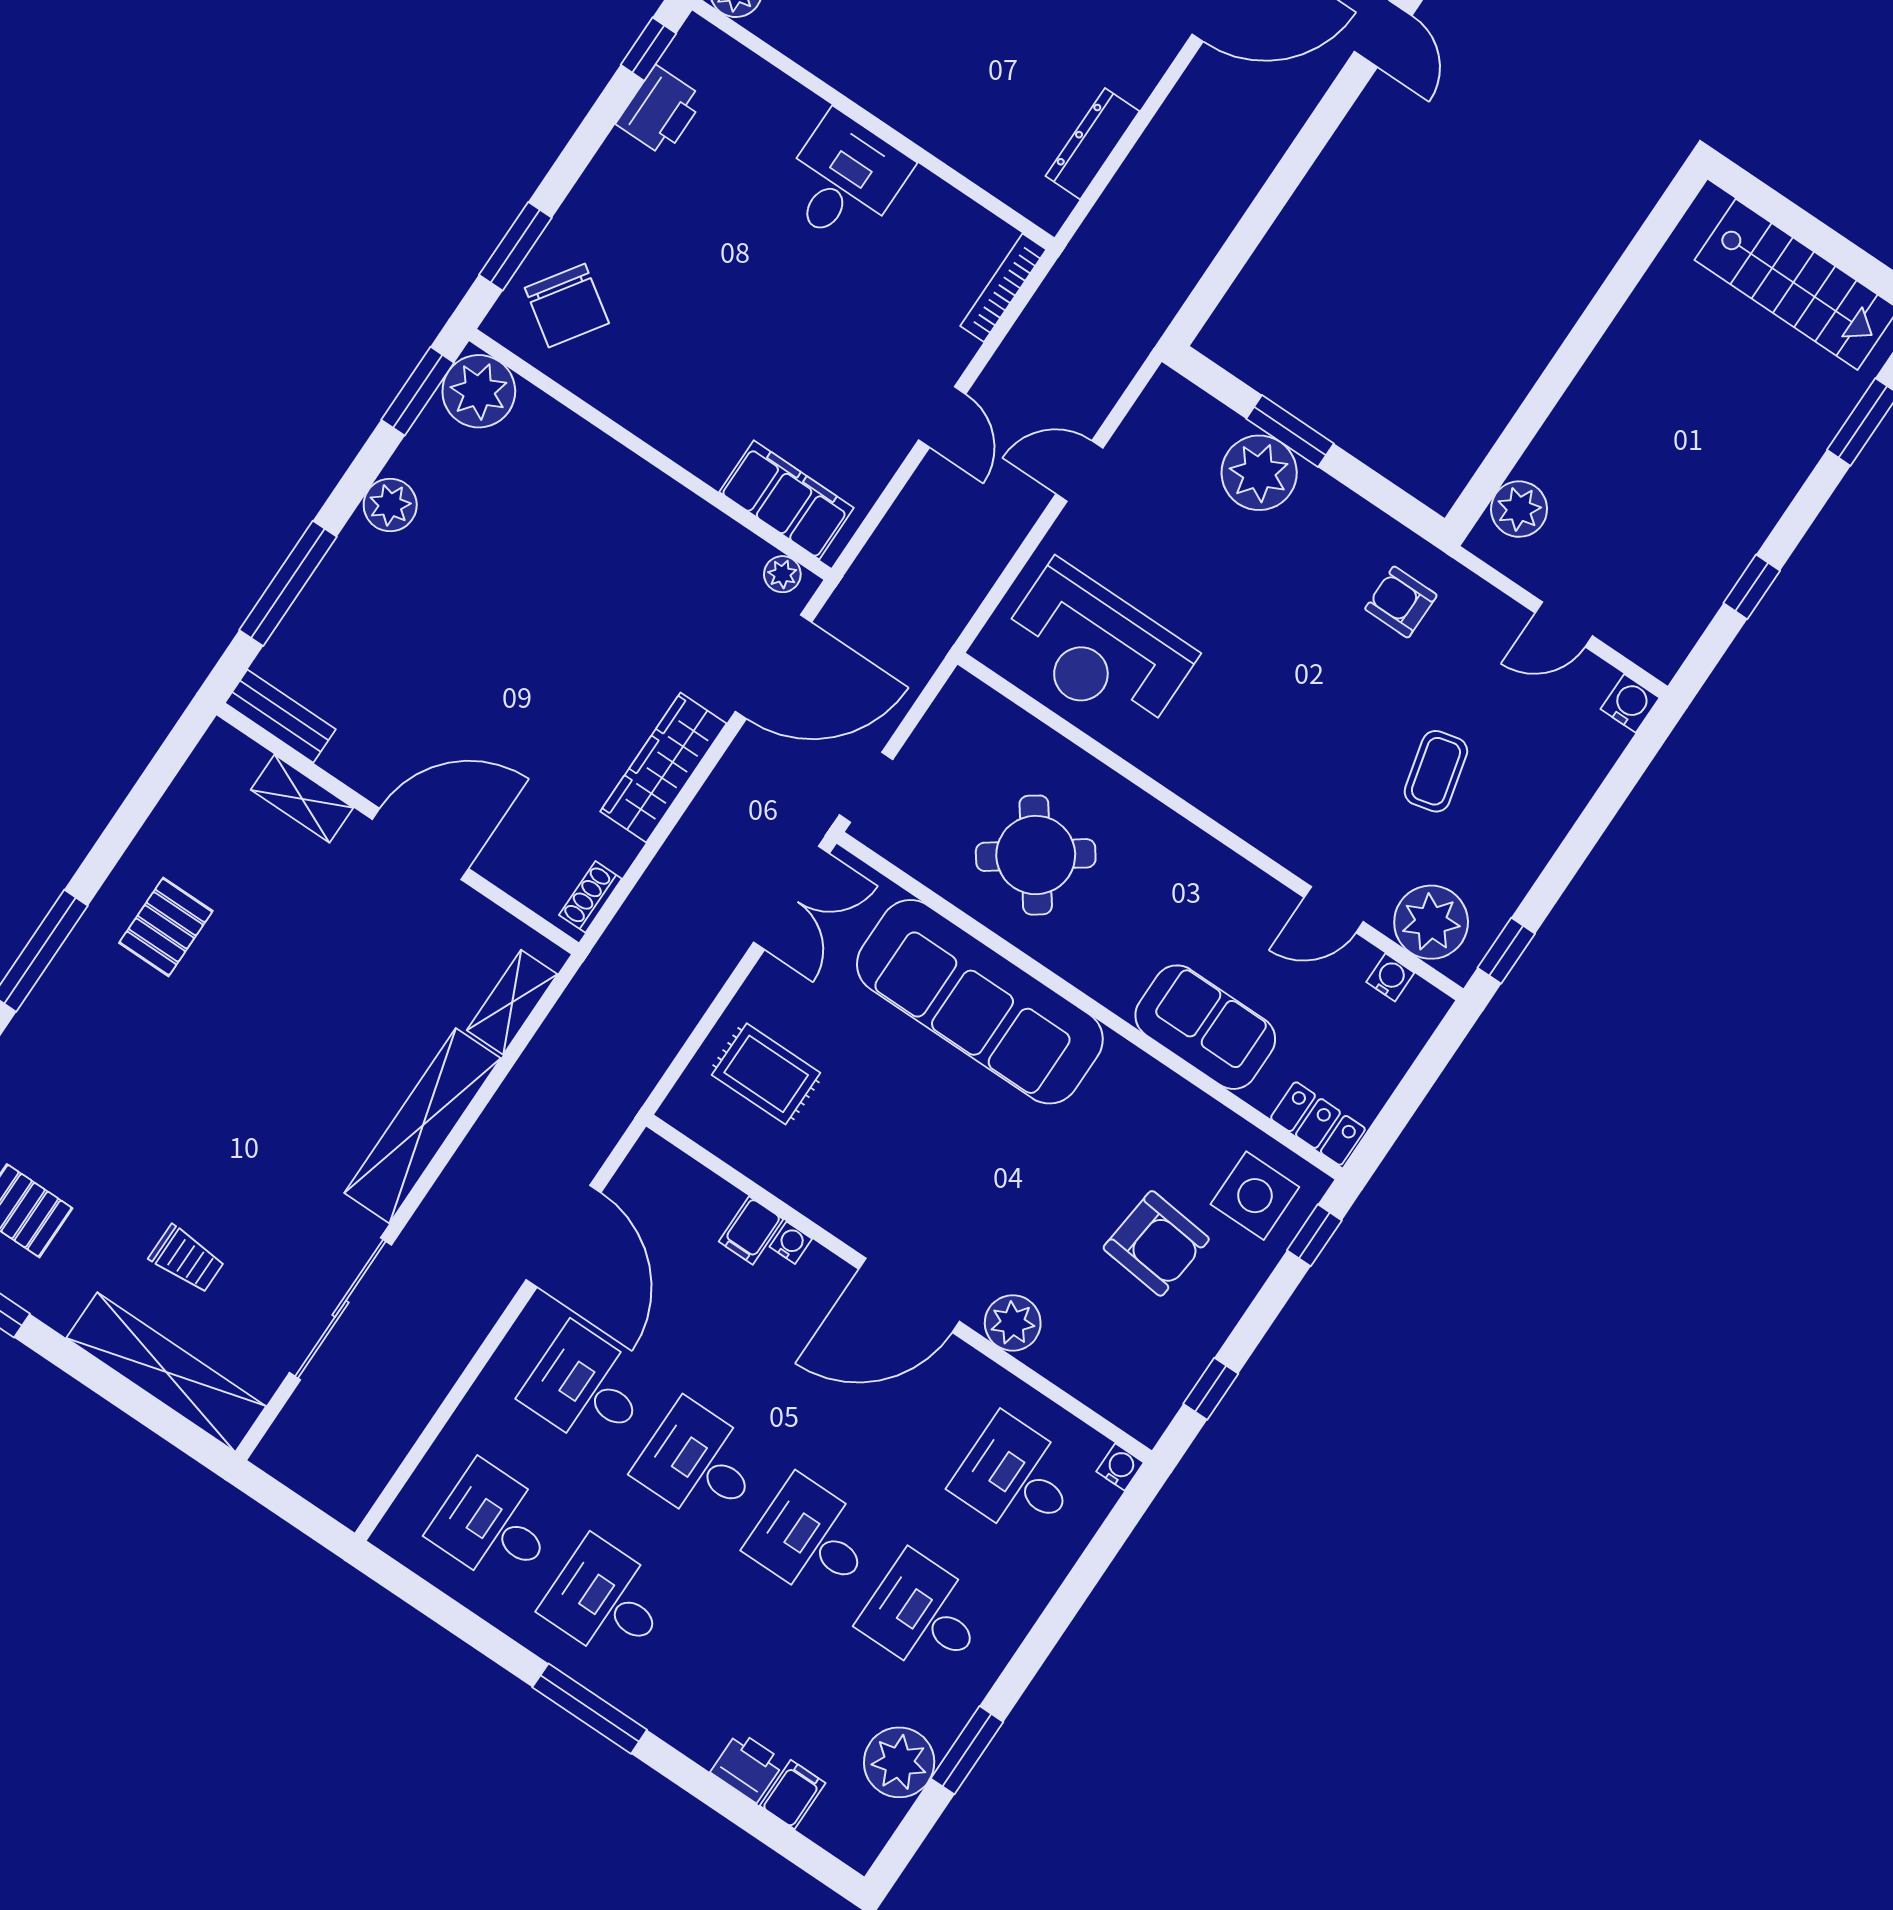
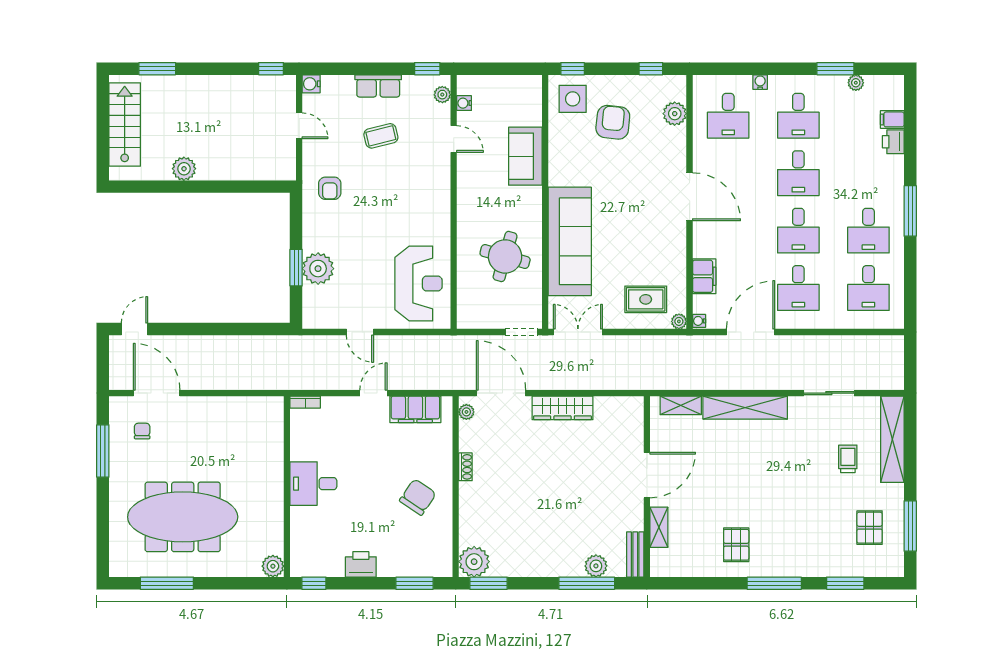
printer: (660, 111) -> (361, 564), moved
dresser: (1093, 144) -> (242, 405), removed
bookcase: (1003, 288) -> (305, 402), width x0.64
chair: (567, 306) -> (418, 497), moved
filing cabinet: (786, 500) -> (415, 409), moved, turned -90
plant: (390, 505) -> (596, 566), moved
plant: (1519, 509) -> (184, 169), moved
window: (1752, 587) -> (271, 69), moved
row of seats: (1537, 832) -> (378, 86), added
door: (420, 844) -> (647, 475), swing flipped
round table: (1036, 855) -> (505, 256), turned -38
shoe rack: (590, 897) -> (465, 467), moved, turned -90
plant: (1431, 922) -> (442, 95), width x0.53, depth x0.53
pallet: (166, 927) -> (736, 545), turned 90
rug: (766, 1074) -> (646, 299), turned 90
plant: (679, 1110) -> (679, 321), added
locker: (1318, 1124) -> (532, 94), removed
filing cabinet: (751, 1230) -> (704, 276), width x2.00
water cooler: (791, 1243) -> (699, 321), moved
sliding door: (340, 1309) -> (829, 393), width x0.73
plant: (1013, 1323) -> (675, 114), moved
water cooler: (1120, 1467) -> (760, 82), moved, turned 90
plant: (899, 1762) -> (856, 83), width x0.53, depth x0.53

